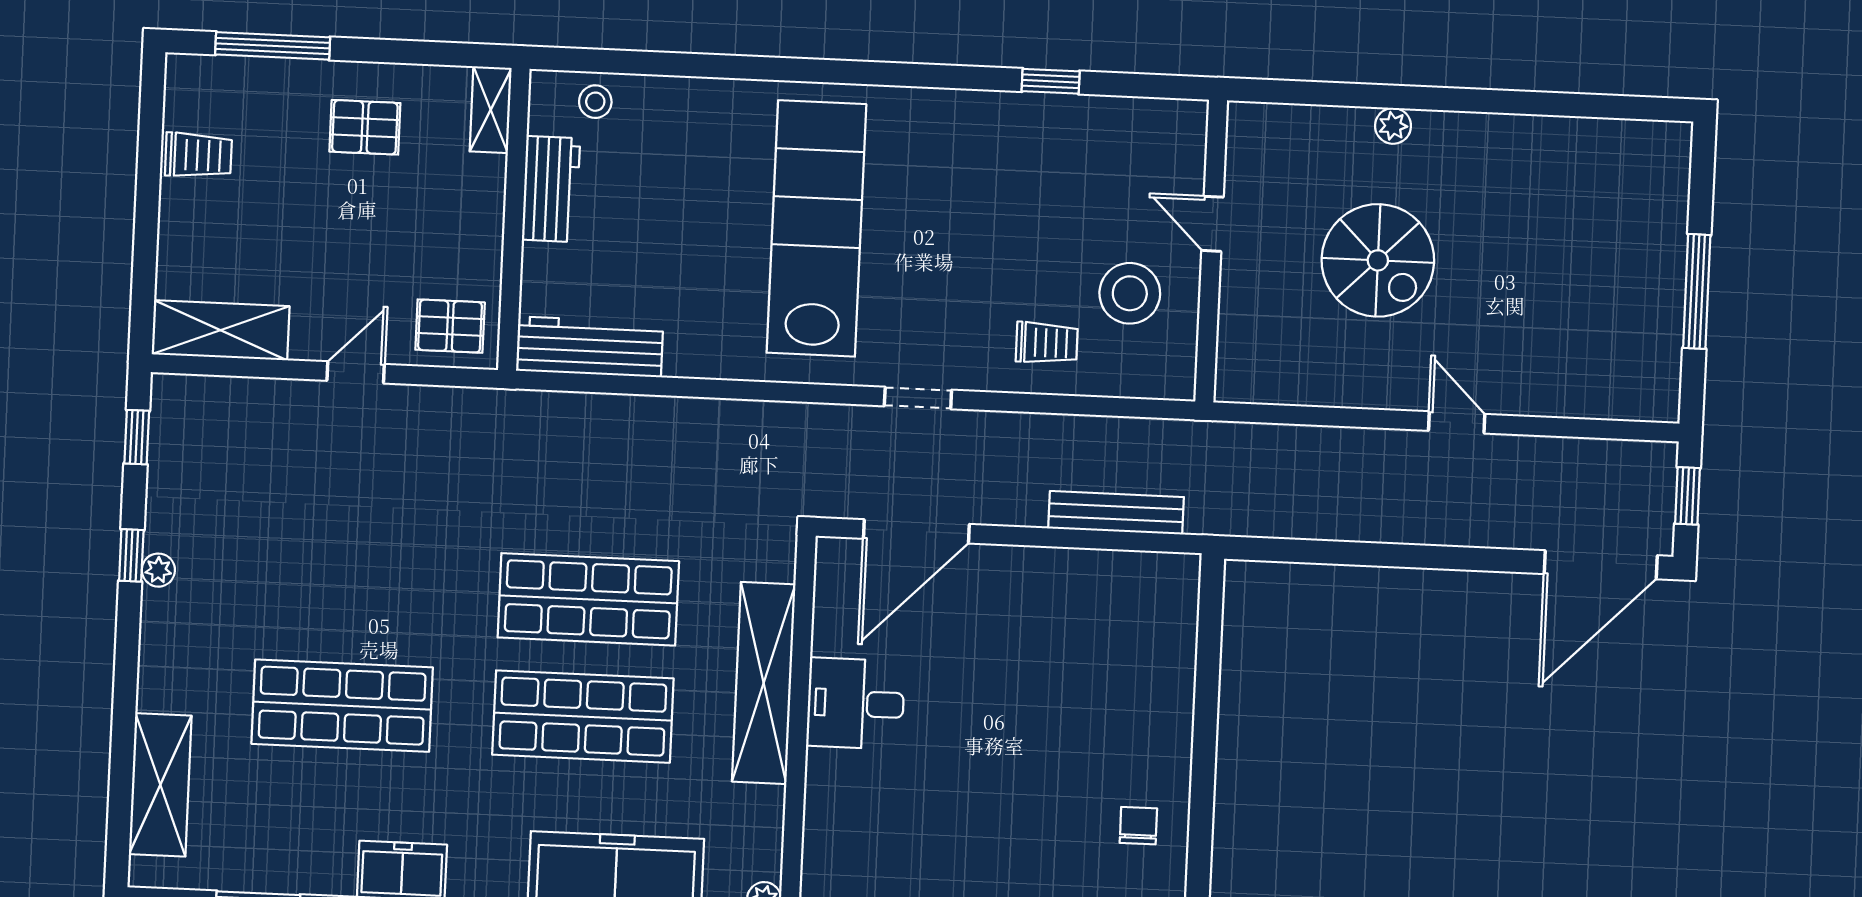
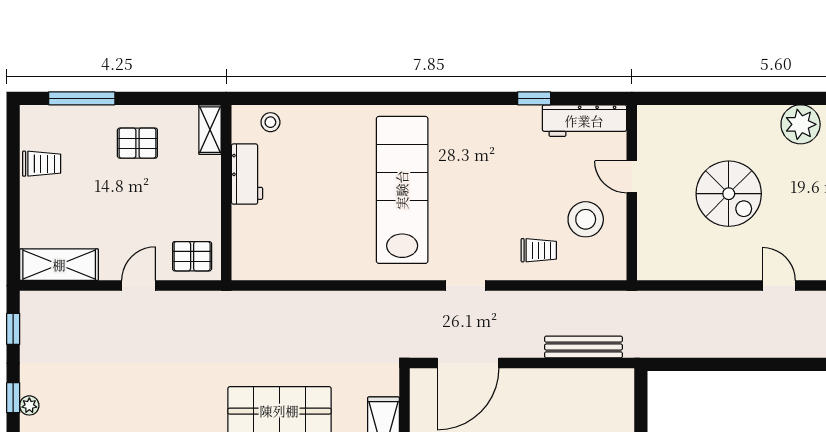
plant: (1393, 126) -> (801, 124), moved, width x1.87, depth x1.87
workbench: (590, 347) -> (584, 121), moved, turned 180

